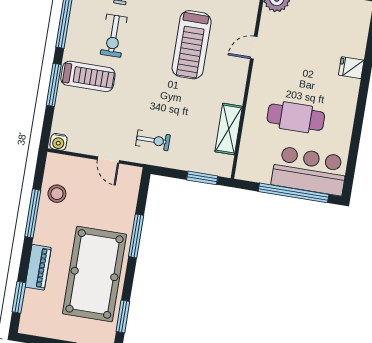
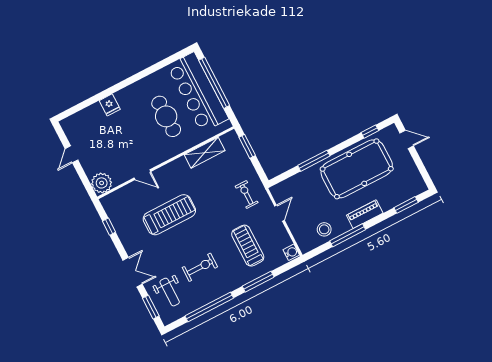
treadmill: (88, 76) -> (248, 246), moved
bar counter: (309, 171) -> (198, 92), width x1.36
piano: (38, 267) -> (365, 214), moved
window: (123, 316) -> (370, 132), width x0.67

